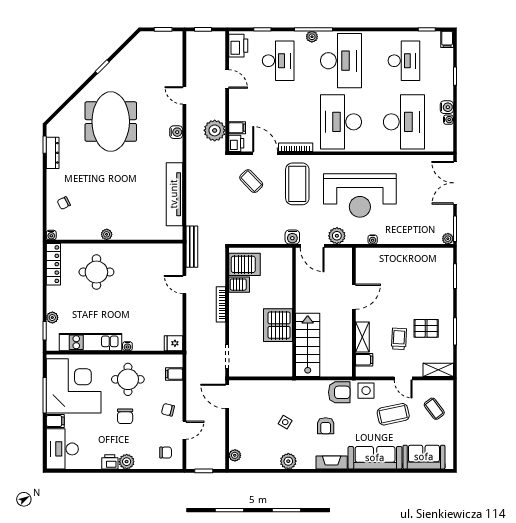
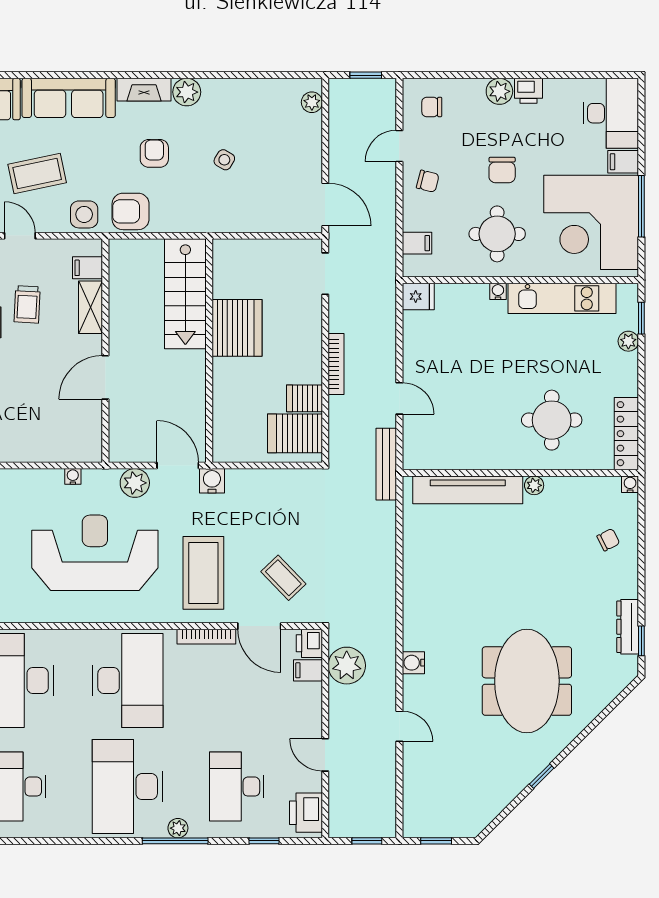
tv unit: (174, 194) -> (468, 490), moved, turned 90
chair: (125, 416) -> (502, 170), turned 180
plant: (288, 461) -> (187, 92), moved

